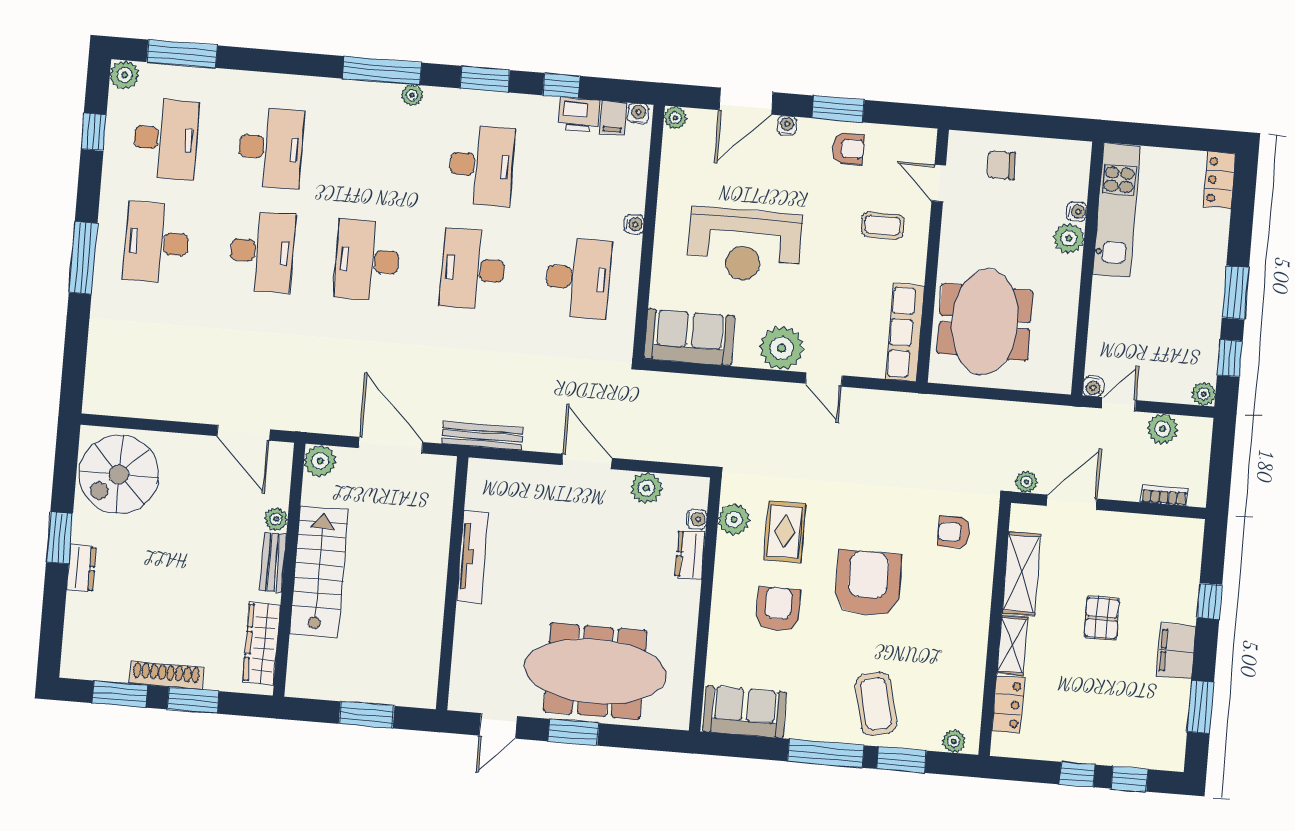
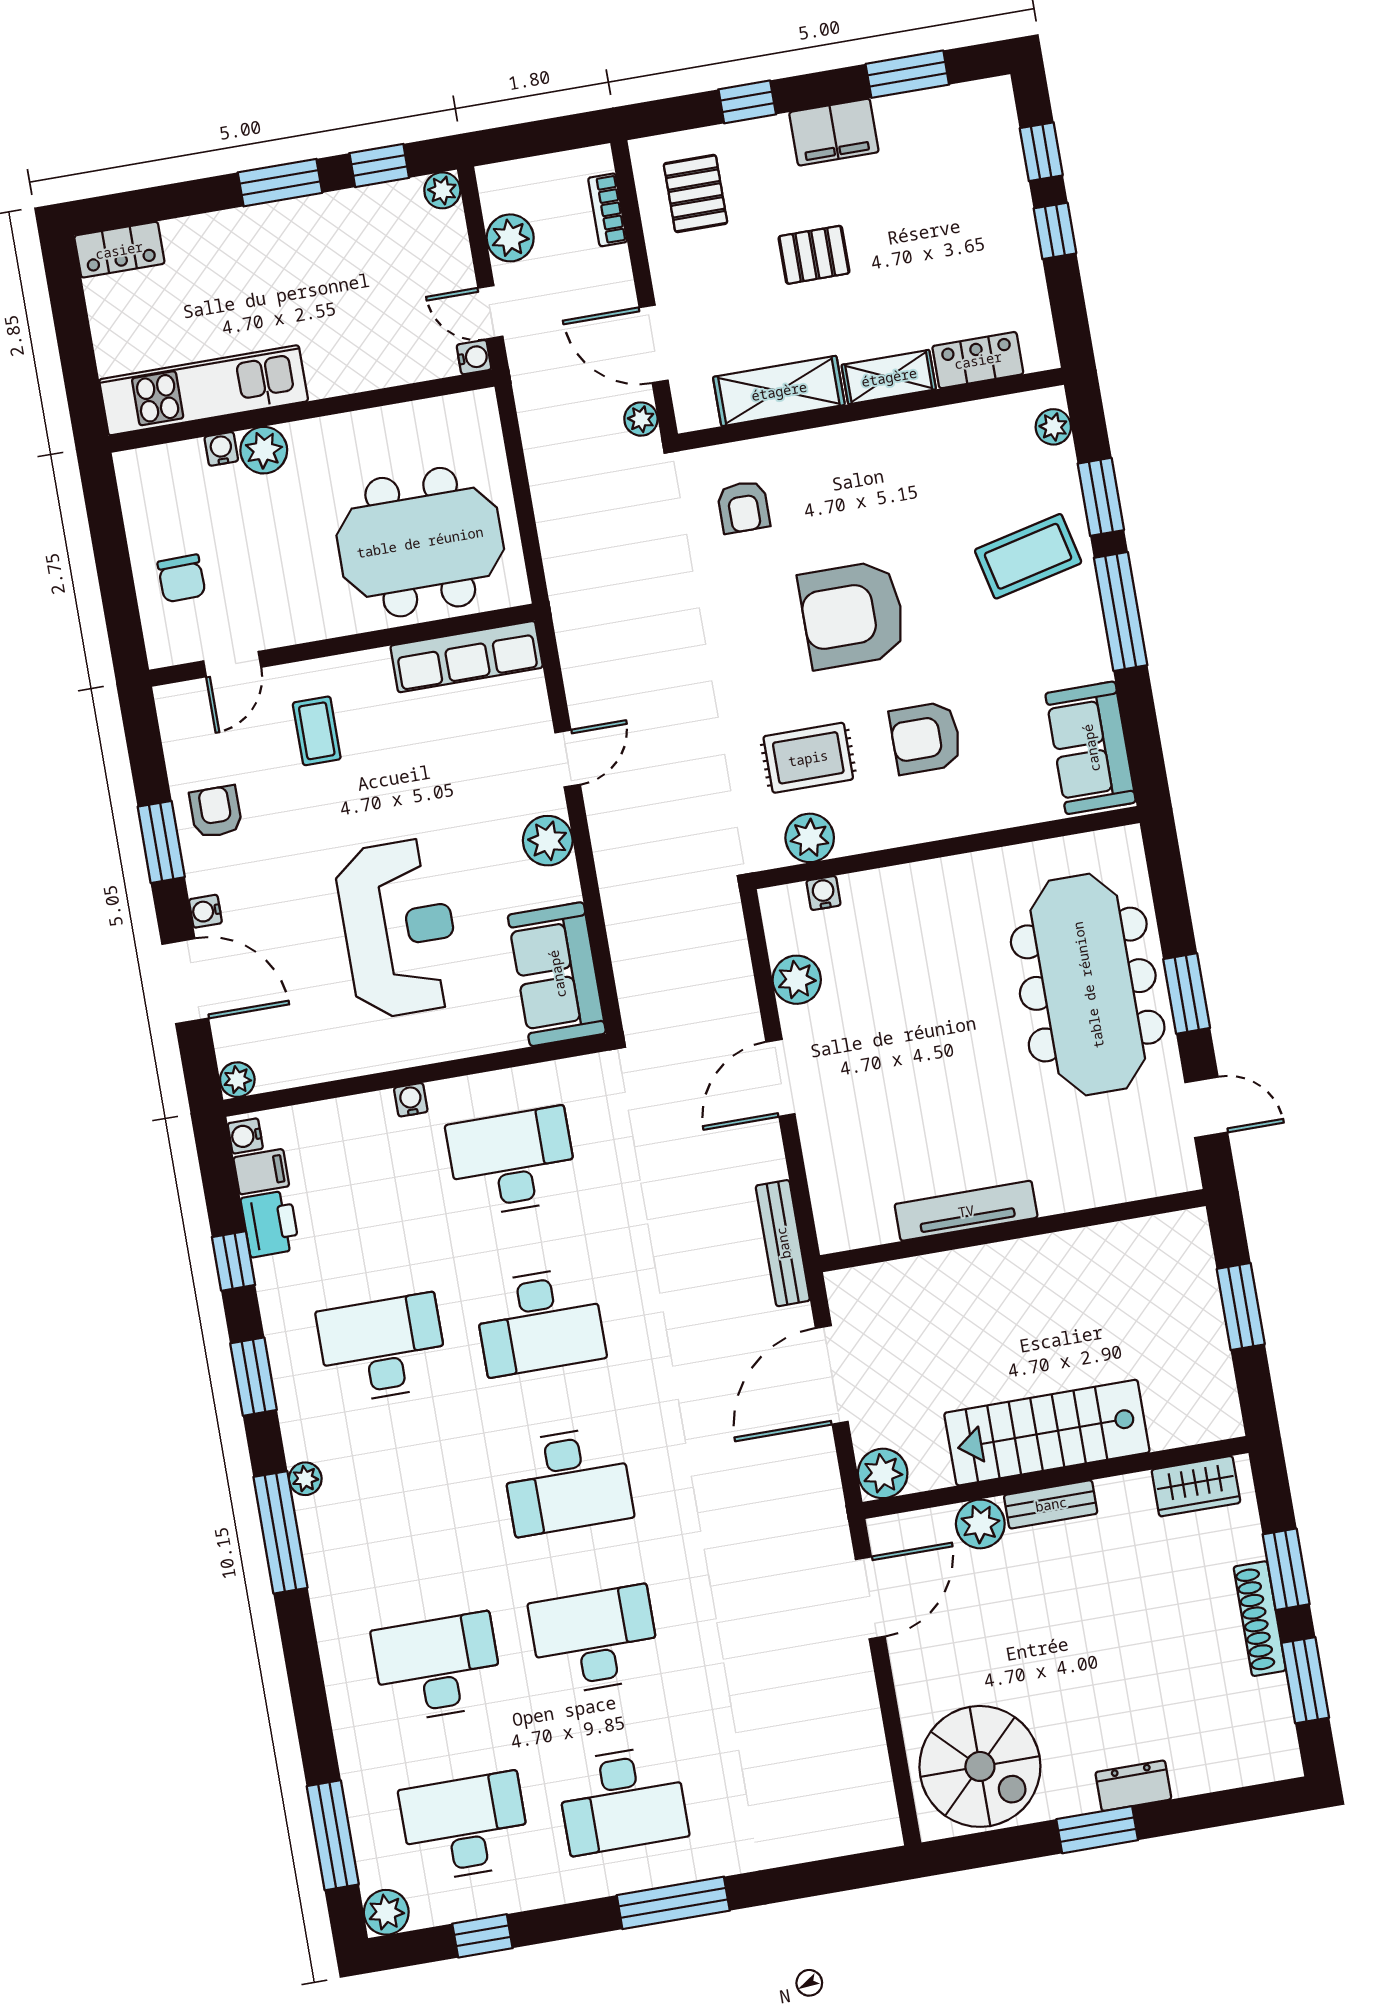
plant: (782, 348) -> (548, 841), width x0.73, depth x0.73
plant: (276, 519) -> (980, 1524), width x1.38, depth x1.38
pallet: (1160, 553) -> (695, 193), added
dresser: (690, 555) -> (879, 889), removed
wardrobe: (262, 644) -> (1196, 1486), width x0.67

